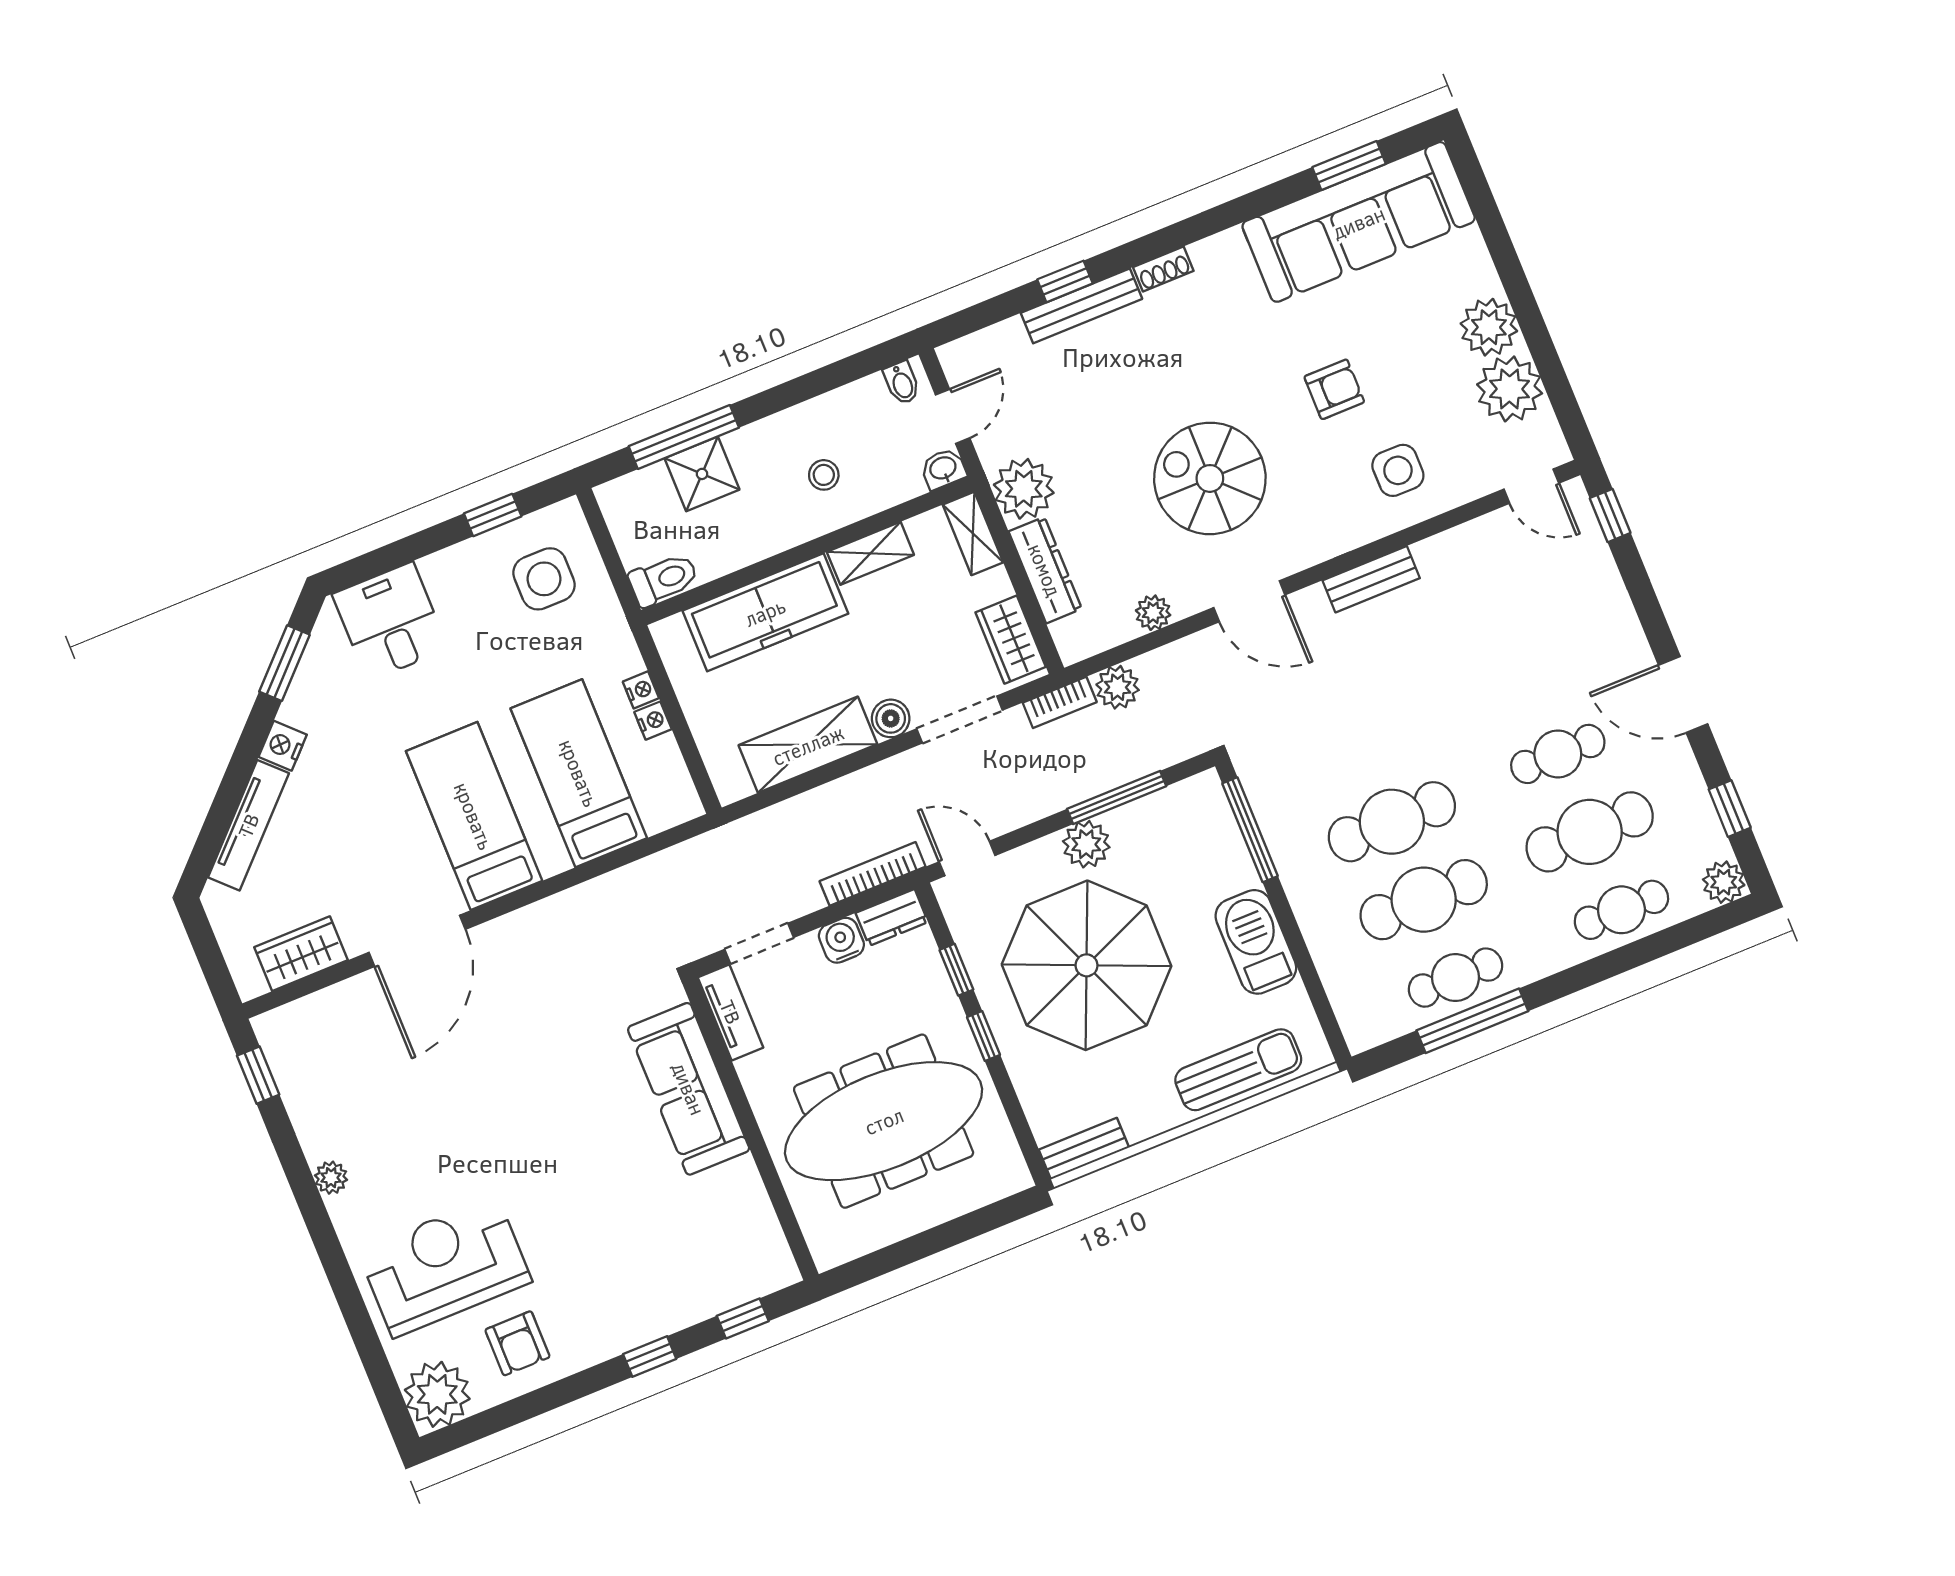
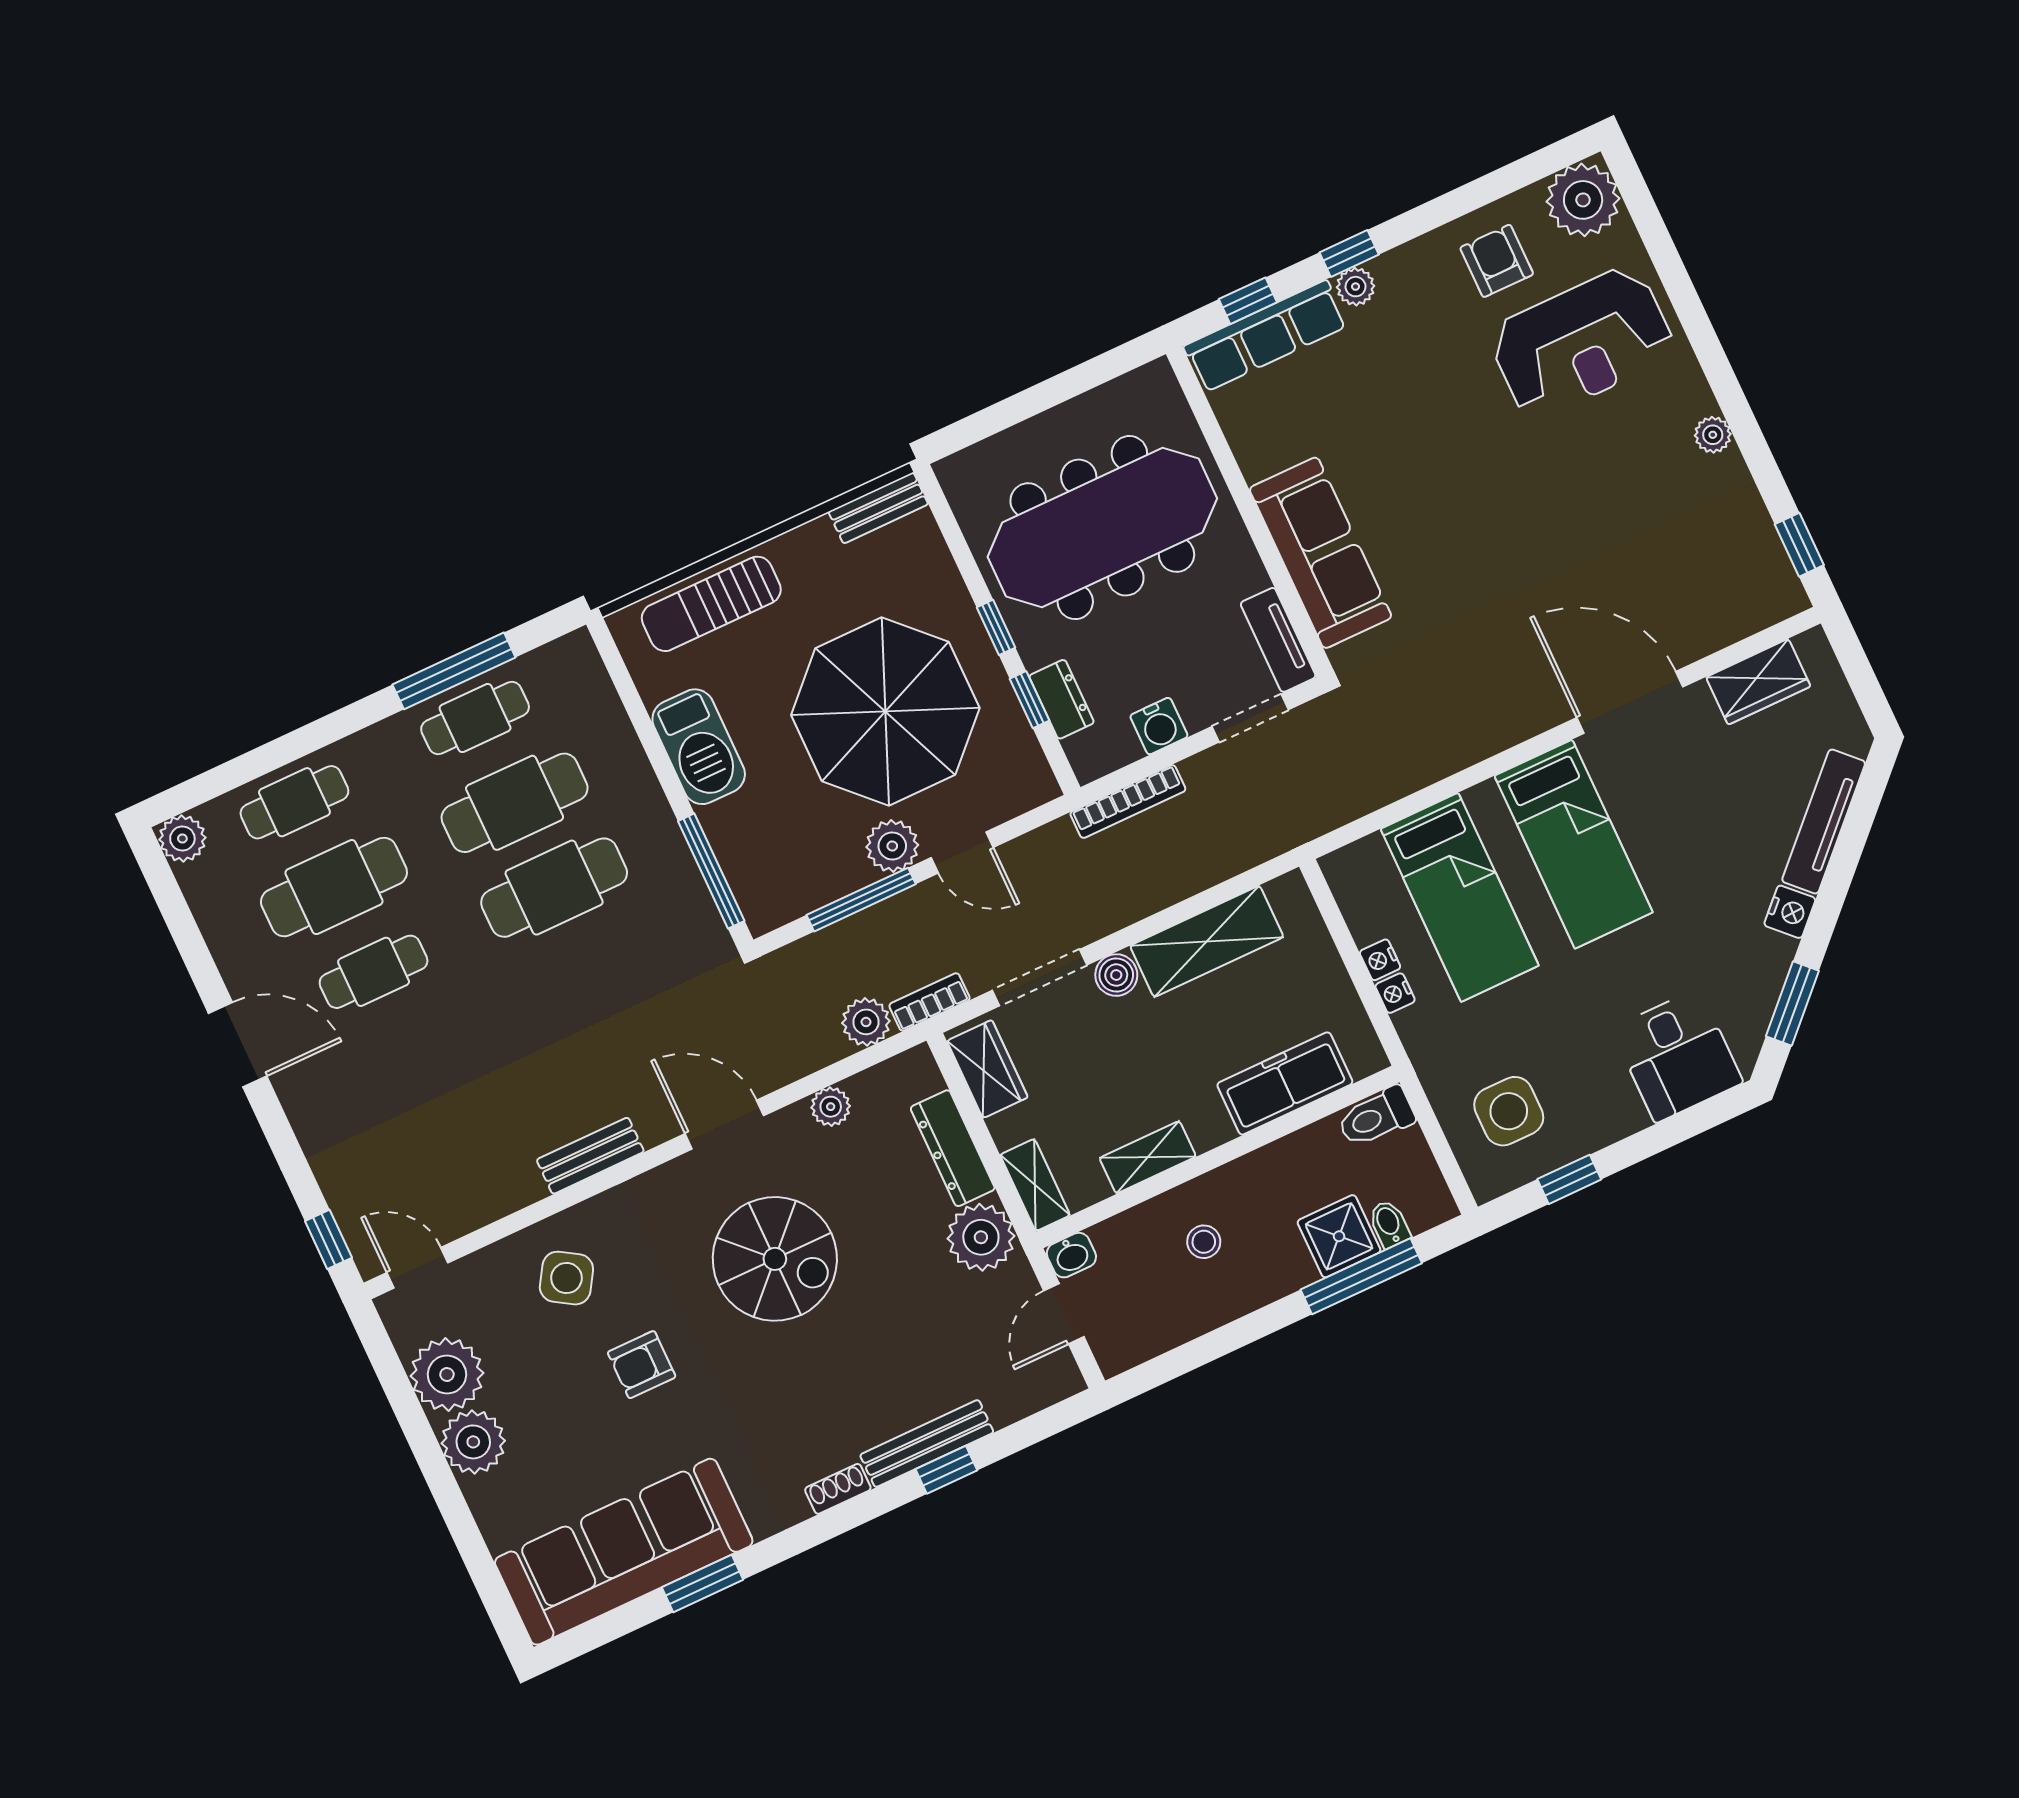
window: (1349, 165) -> (702, 1584), moved
bidet: (902, 383) -> (1389, 1224), moved
side table: (1398, 470) -> (566, 1278), turned 32
freezer: (765, 612) -> (1285, 1083), width x0.73, depth x0.79
window: (1730, 809) -> (180, 921), removed
door: (967, 859) -> (962, 852), moved
dresser: (892, 918) -> (1062, 699), moved, turned 90
door: (417, 941) -> (1630, 702), hinge flipped
row of seats: (728, 1286) -> (1266, 336), added
plant: (645, 1326) -> (1356, 287), added

